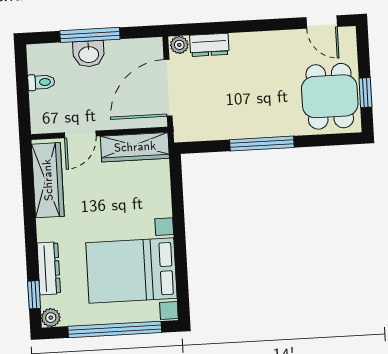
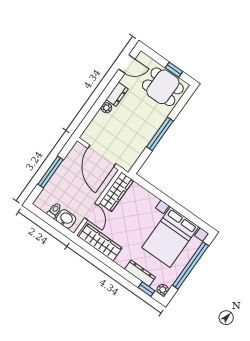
plant: (179, 45) -> (106, 108), moved
dresser: (209, 45) -> (117, 94), moved
washbasin: (89, 54) -> (66, 219), moved, turned -90

